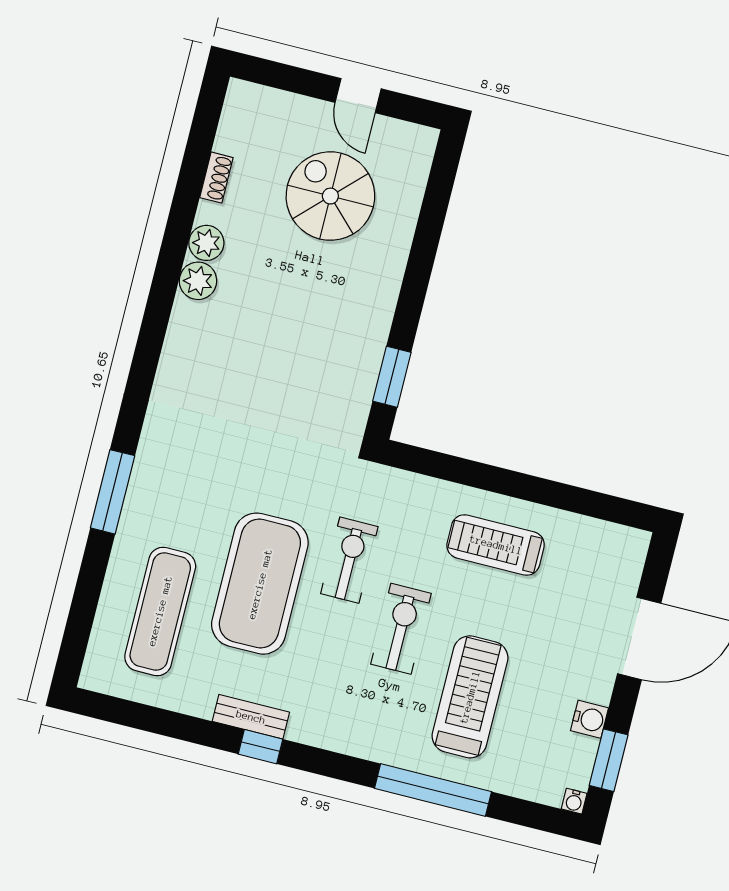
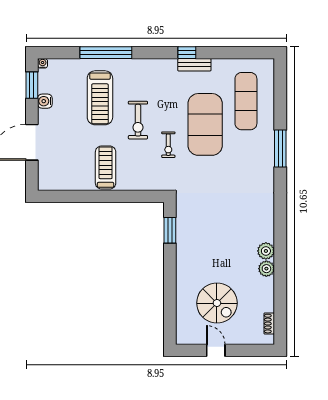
shoe rack: (216, 178) -> (269, 324), moved
treadmill: (496, 545) -> (106, 168), turned -90
exercise bike: (349, 560) -> (168, 145), width x0.73, depth x0.72

